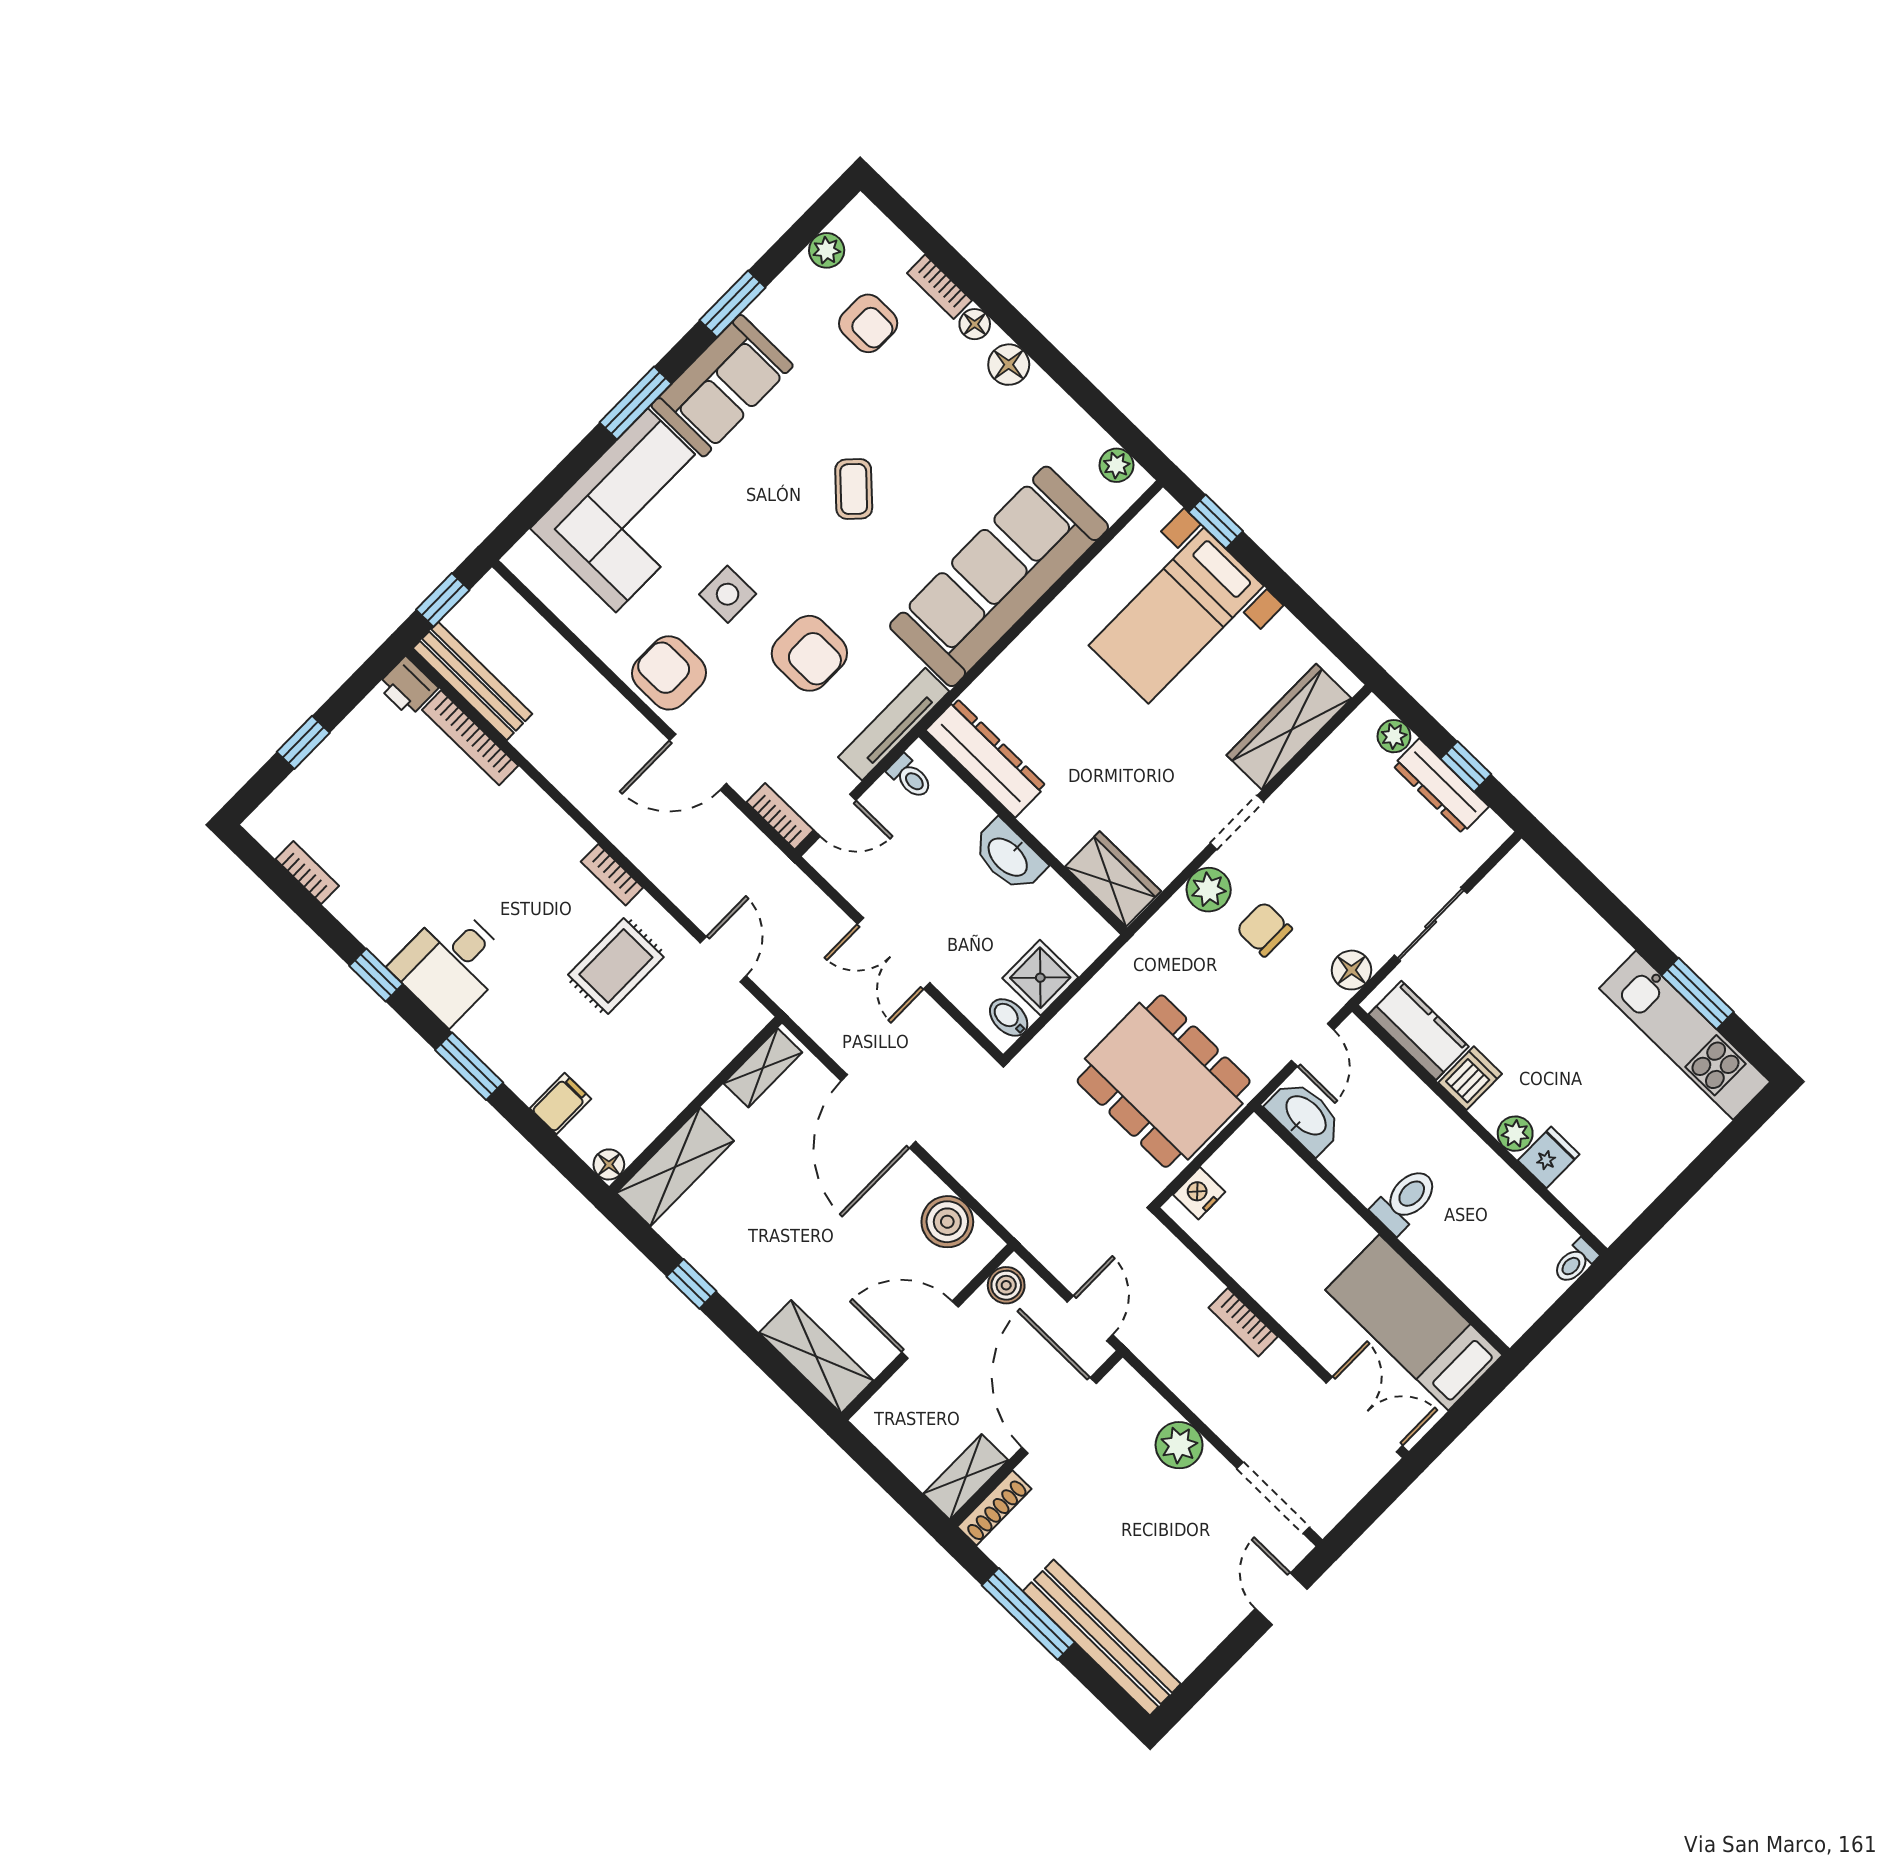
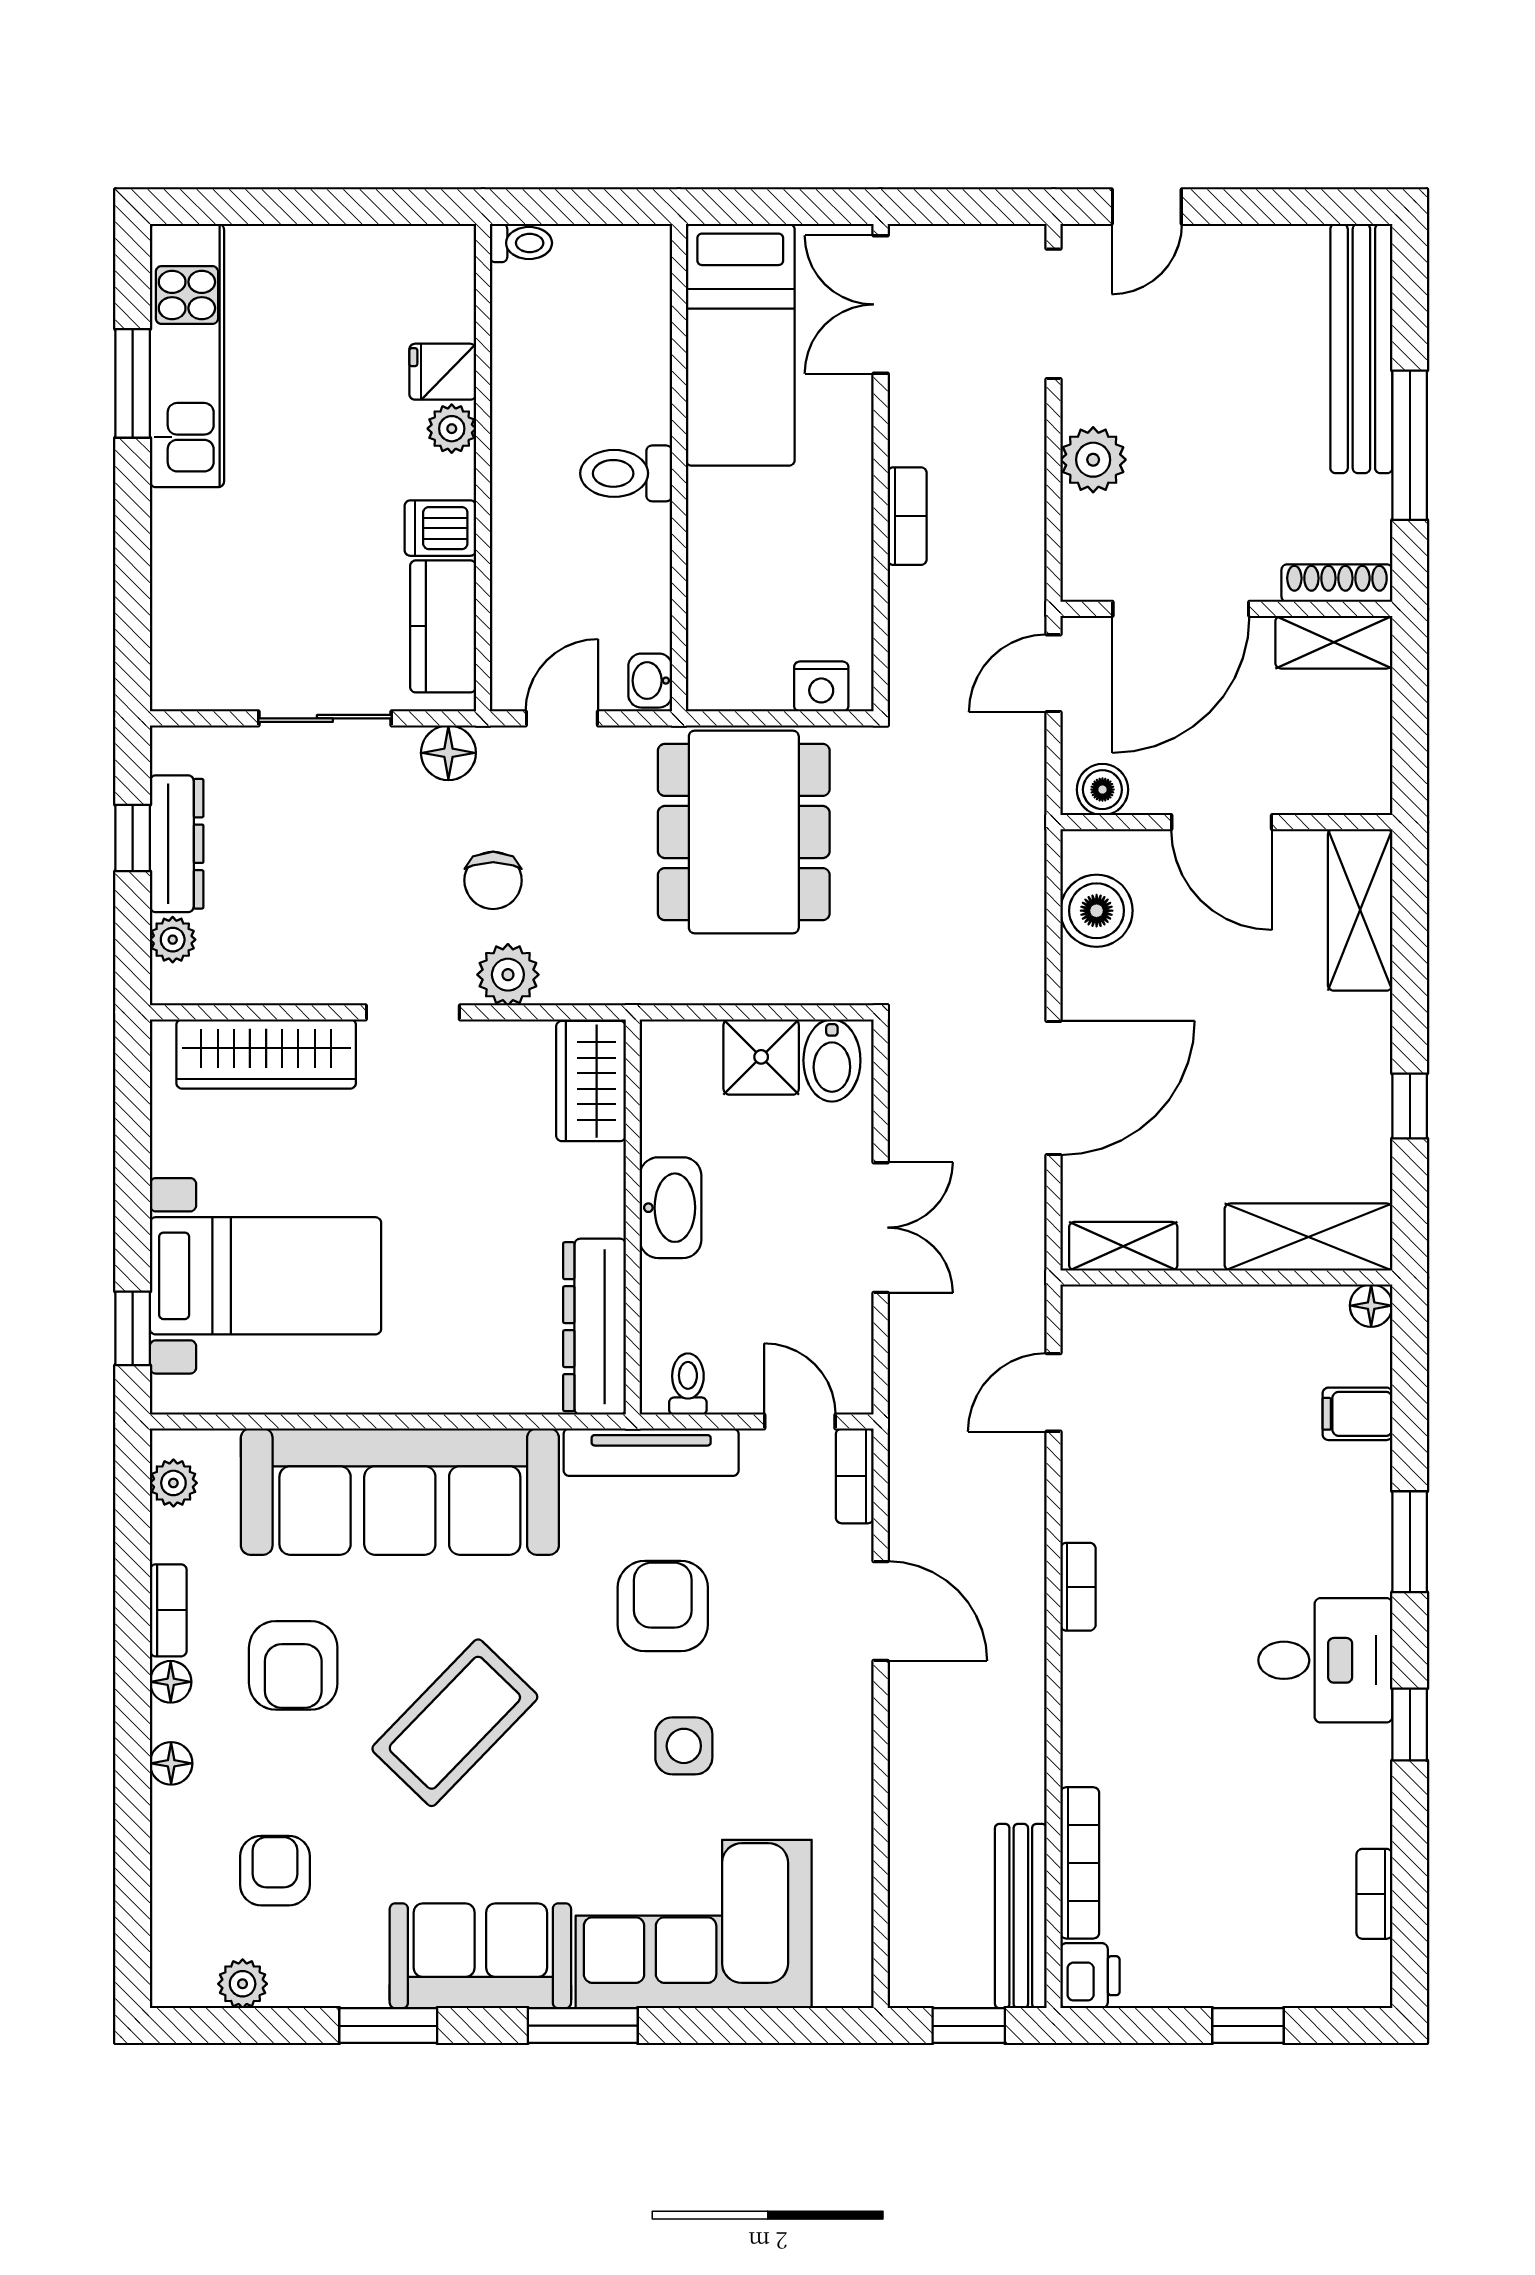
bookcase: (939, 287) -> (168, 1610), moved
floor lamp: (1009, 365) -> (171, 1682), width x0.73, depth x0.73
coffee table: (854, 489) -> (455, 1723), width x1.86, depth x1.72
armchair: (669, 673) -> (293, 1665), moved
rug: (616, 966) -> (1165, 1493), removed
bidet: (1009, 1017) -> (832, 1060), width x1.38, depth x1.36
washbasin: (1305, 1116) -> (650, 681), width x0.52, depth x0.69

